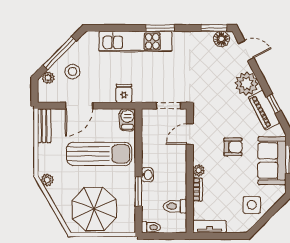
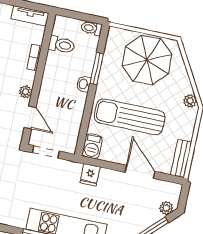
stool: (73, 72) -> (139, 209), removed
door: (79, 106) -> (140, 172), hinge flipped
door: (190, 134) -> (30, 117), hinge flipped
plant: (199, 170) -> (26, 92), moved

